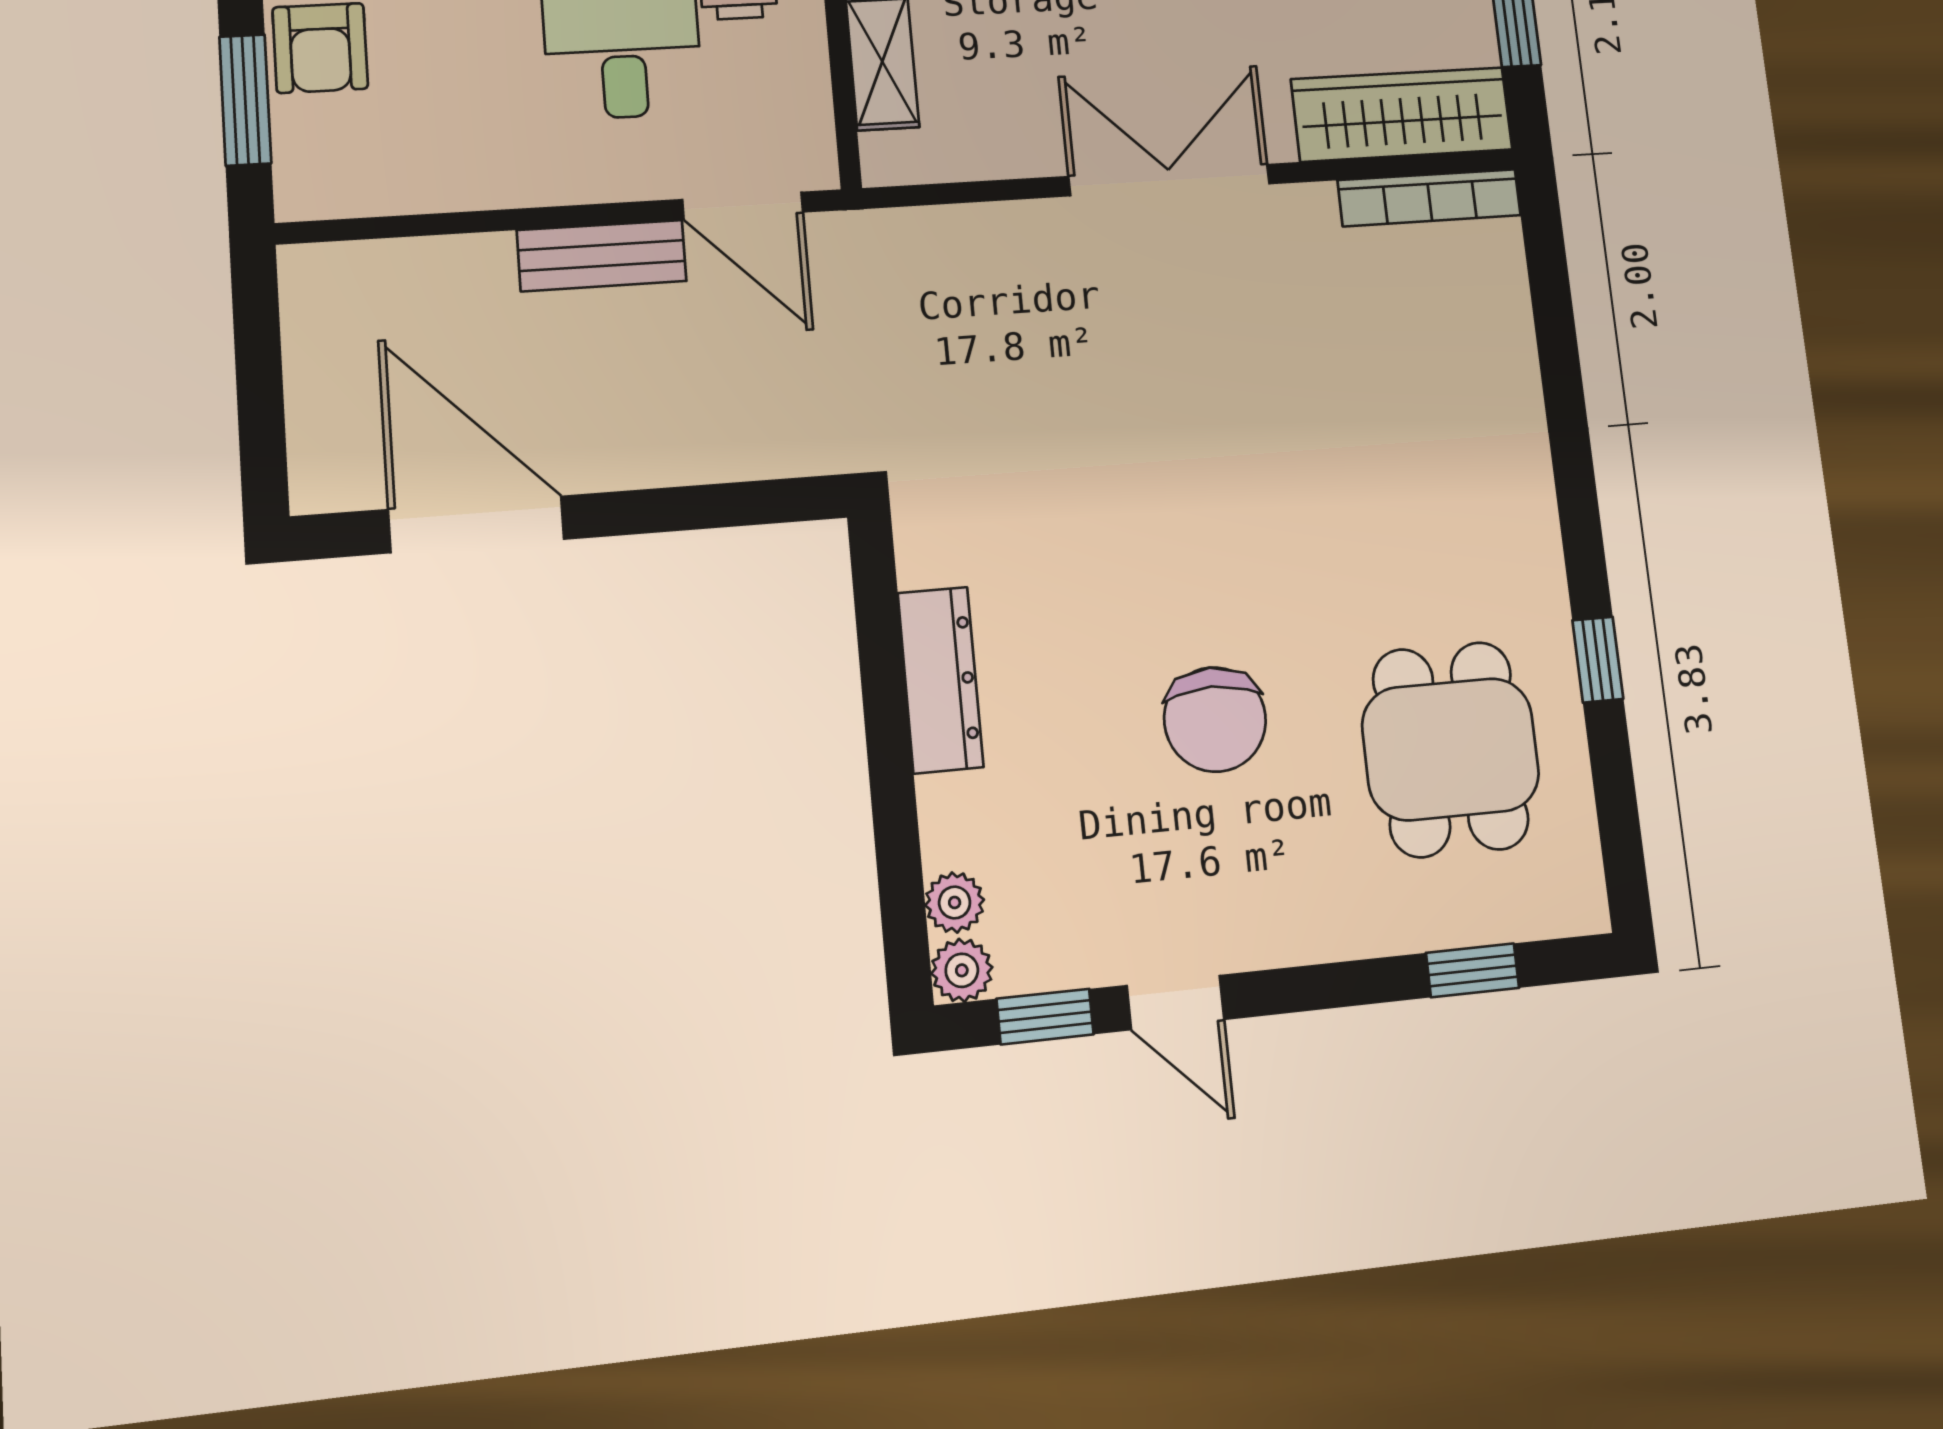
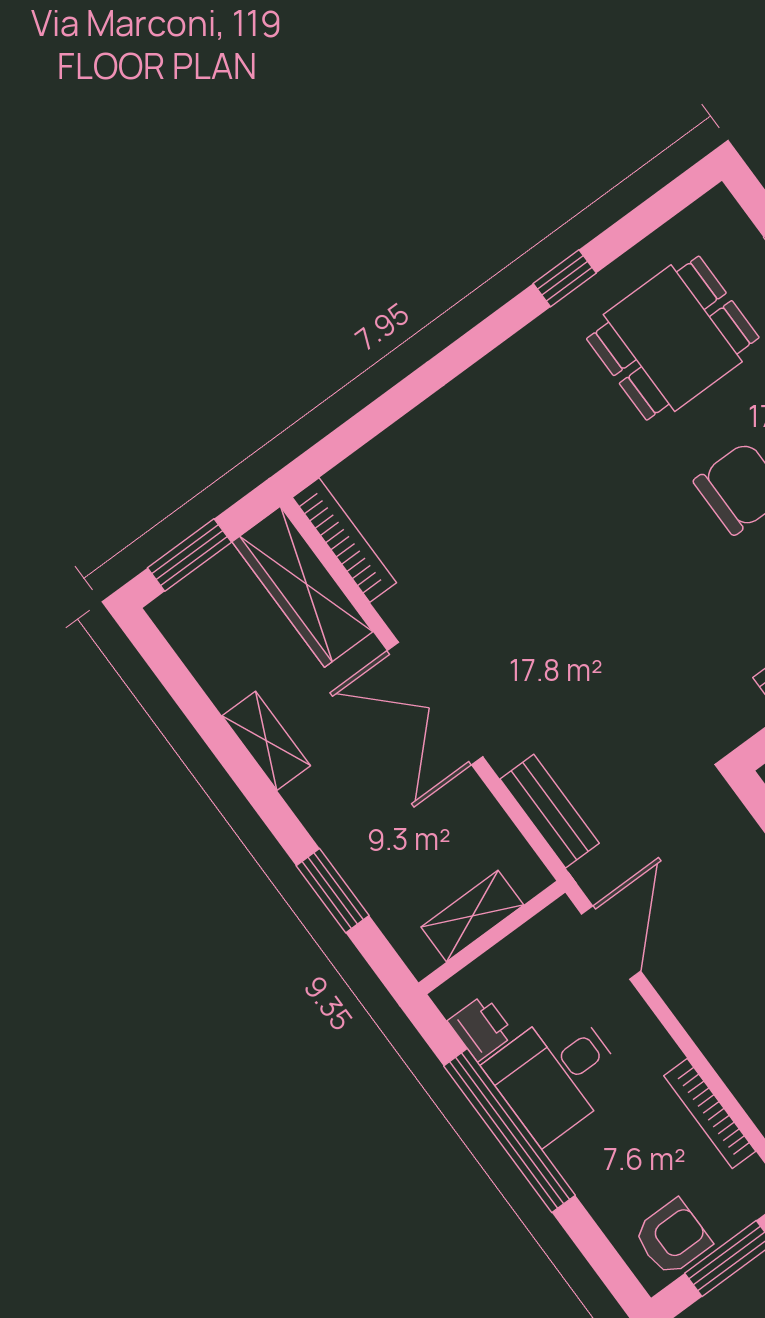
bookcase: (447, 191) -> (710, 1113), added
bench: (602, 256) -> (550, 811), moved

